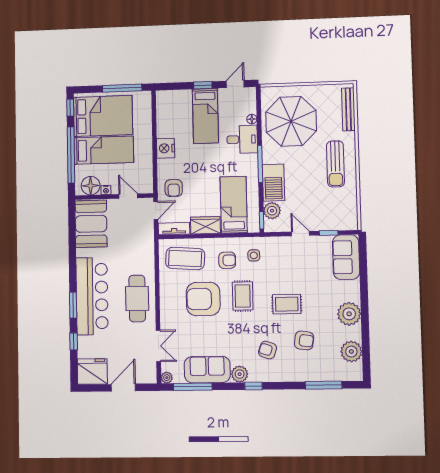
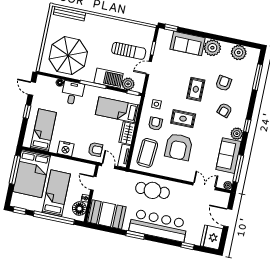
bed: (103, 116) -> (32, 174), moved, turned 180
bed: (205, 116) -> (43, 130), moved, turned -90
sun lounger: (335, 164) -> (129, 51), moved
door: (128, 196) -> (93, 183), hinge flipped
window: (363, 251) -> (171, 28), added
sofa: (346, 257) -> (188, 43), moved
cafe table: (137, 298) -> (152, 190), moved
window: (73, 305) -> (135, 235), moved

